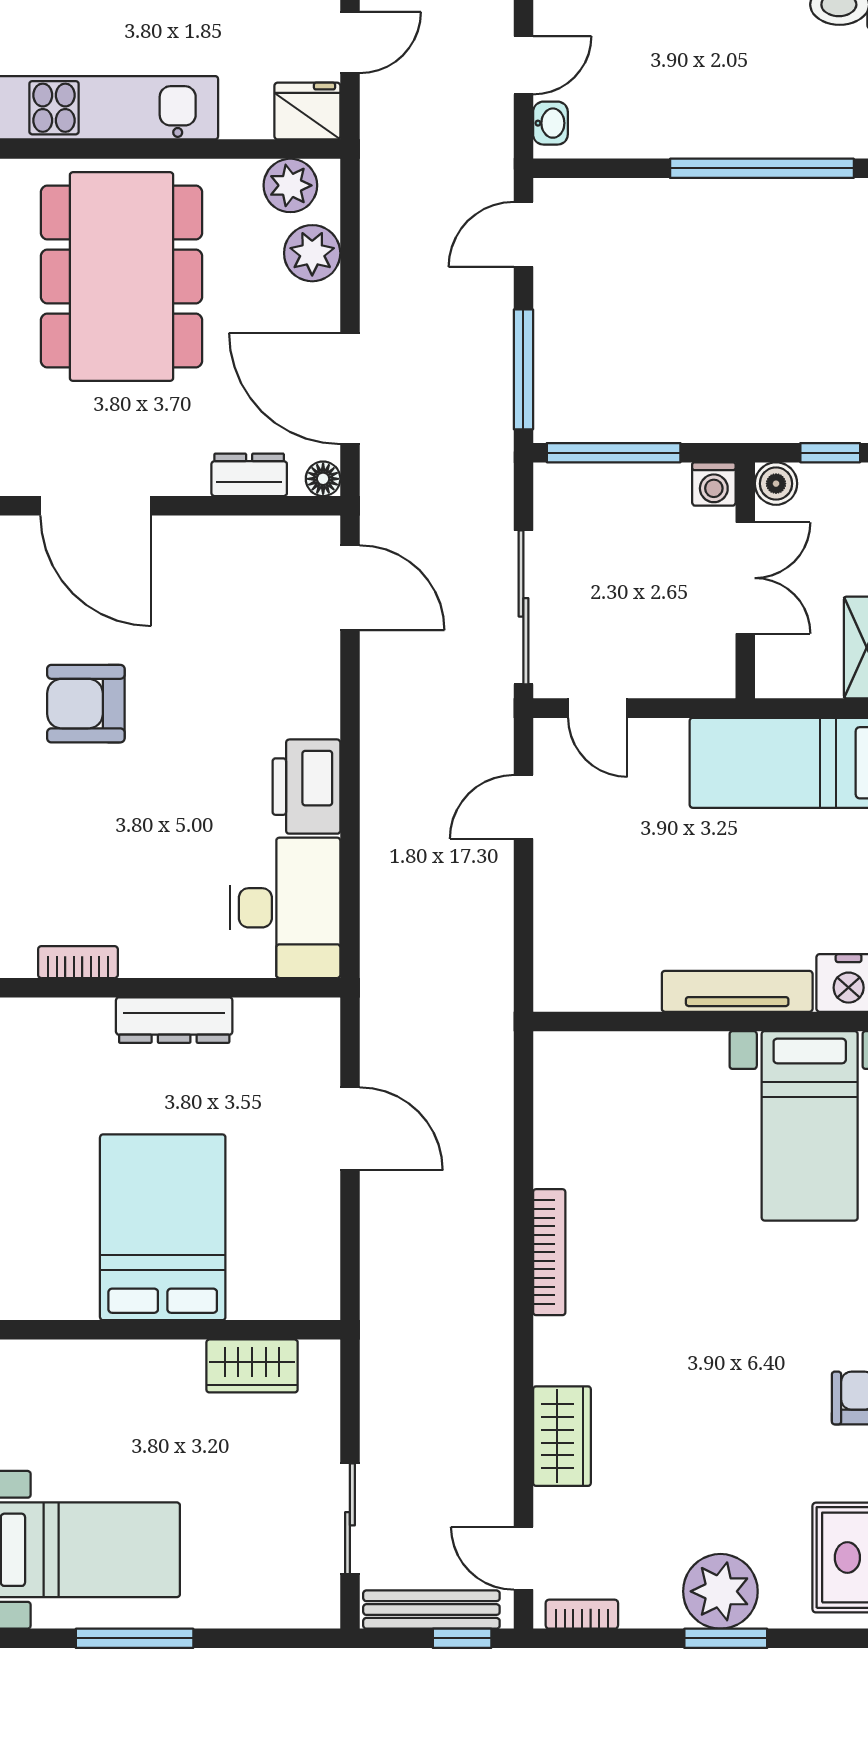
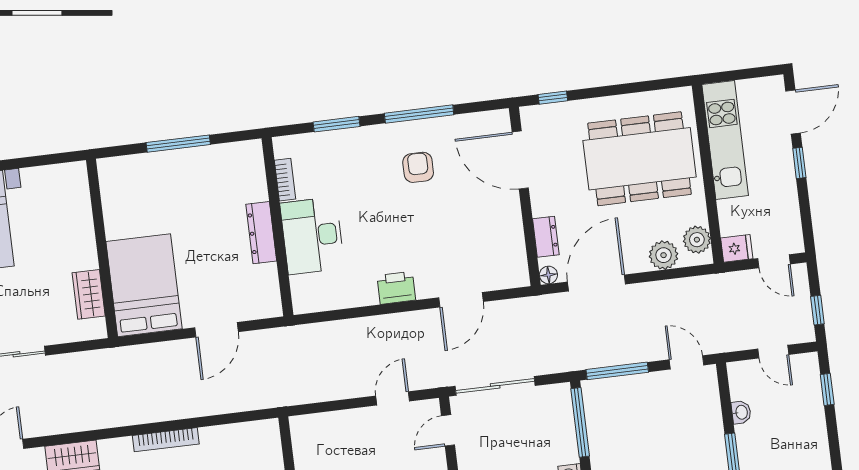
fridge: (307, 111) -> (737, 248), width x0.72
washbasin: (550, 123) -> (741, 412), moved, turned -90
door: (96, 506) -> (520, 160), hinge flipped
door: (350, 588) -> (461, 300), moved
armchair: (86, 704) -> (418, 167), width x0.72, depth x0.72
printer: (306, 787) -> (396, 288), width x0.73, depth x0.84
door: (523, 807) -> (393, 398), hinge flipped
desk: (285, 908) -> (312, 236), moved, turned 90
bed: (163, 1227) -> (144, 285), moved, turned -90

